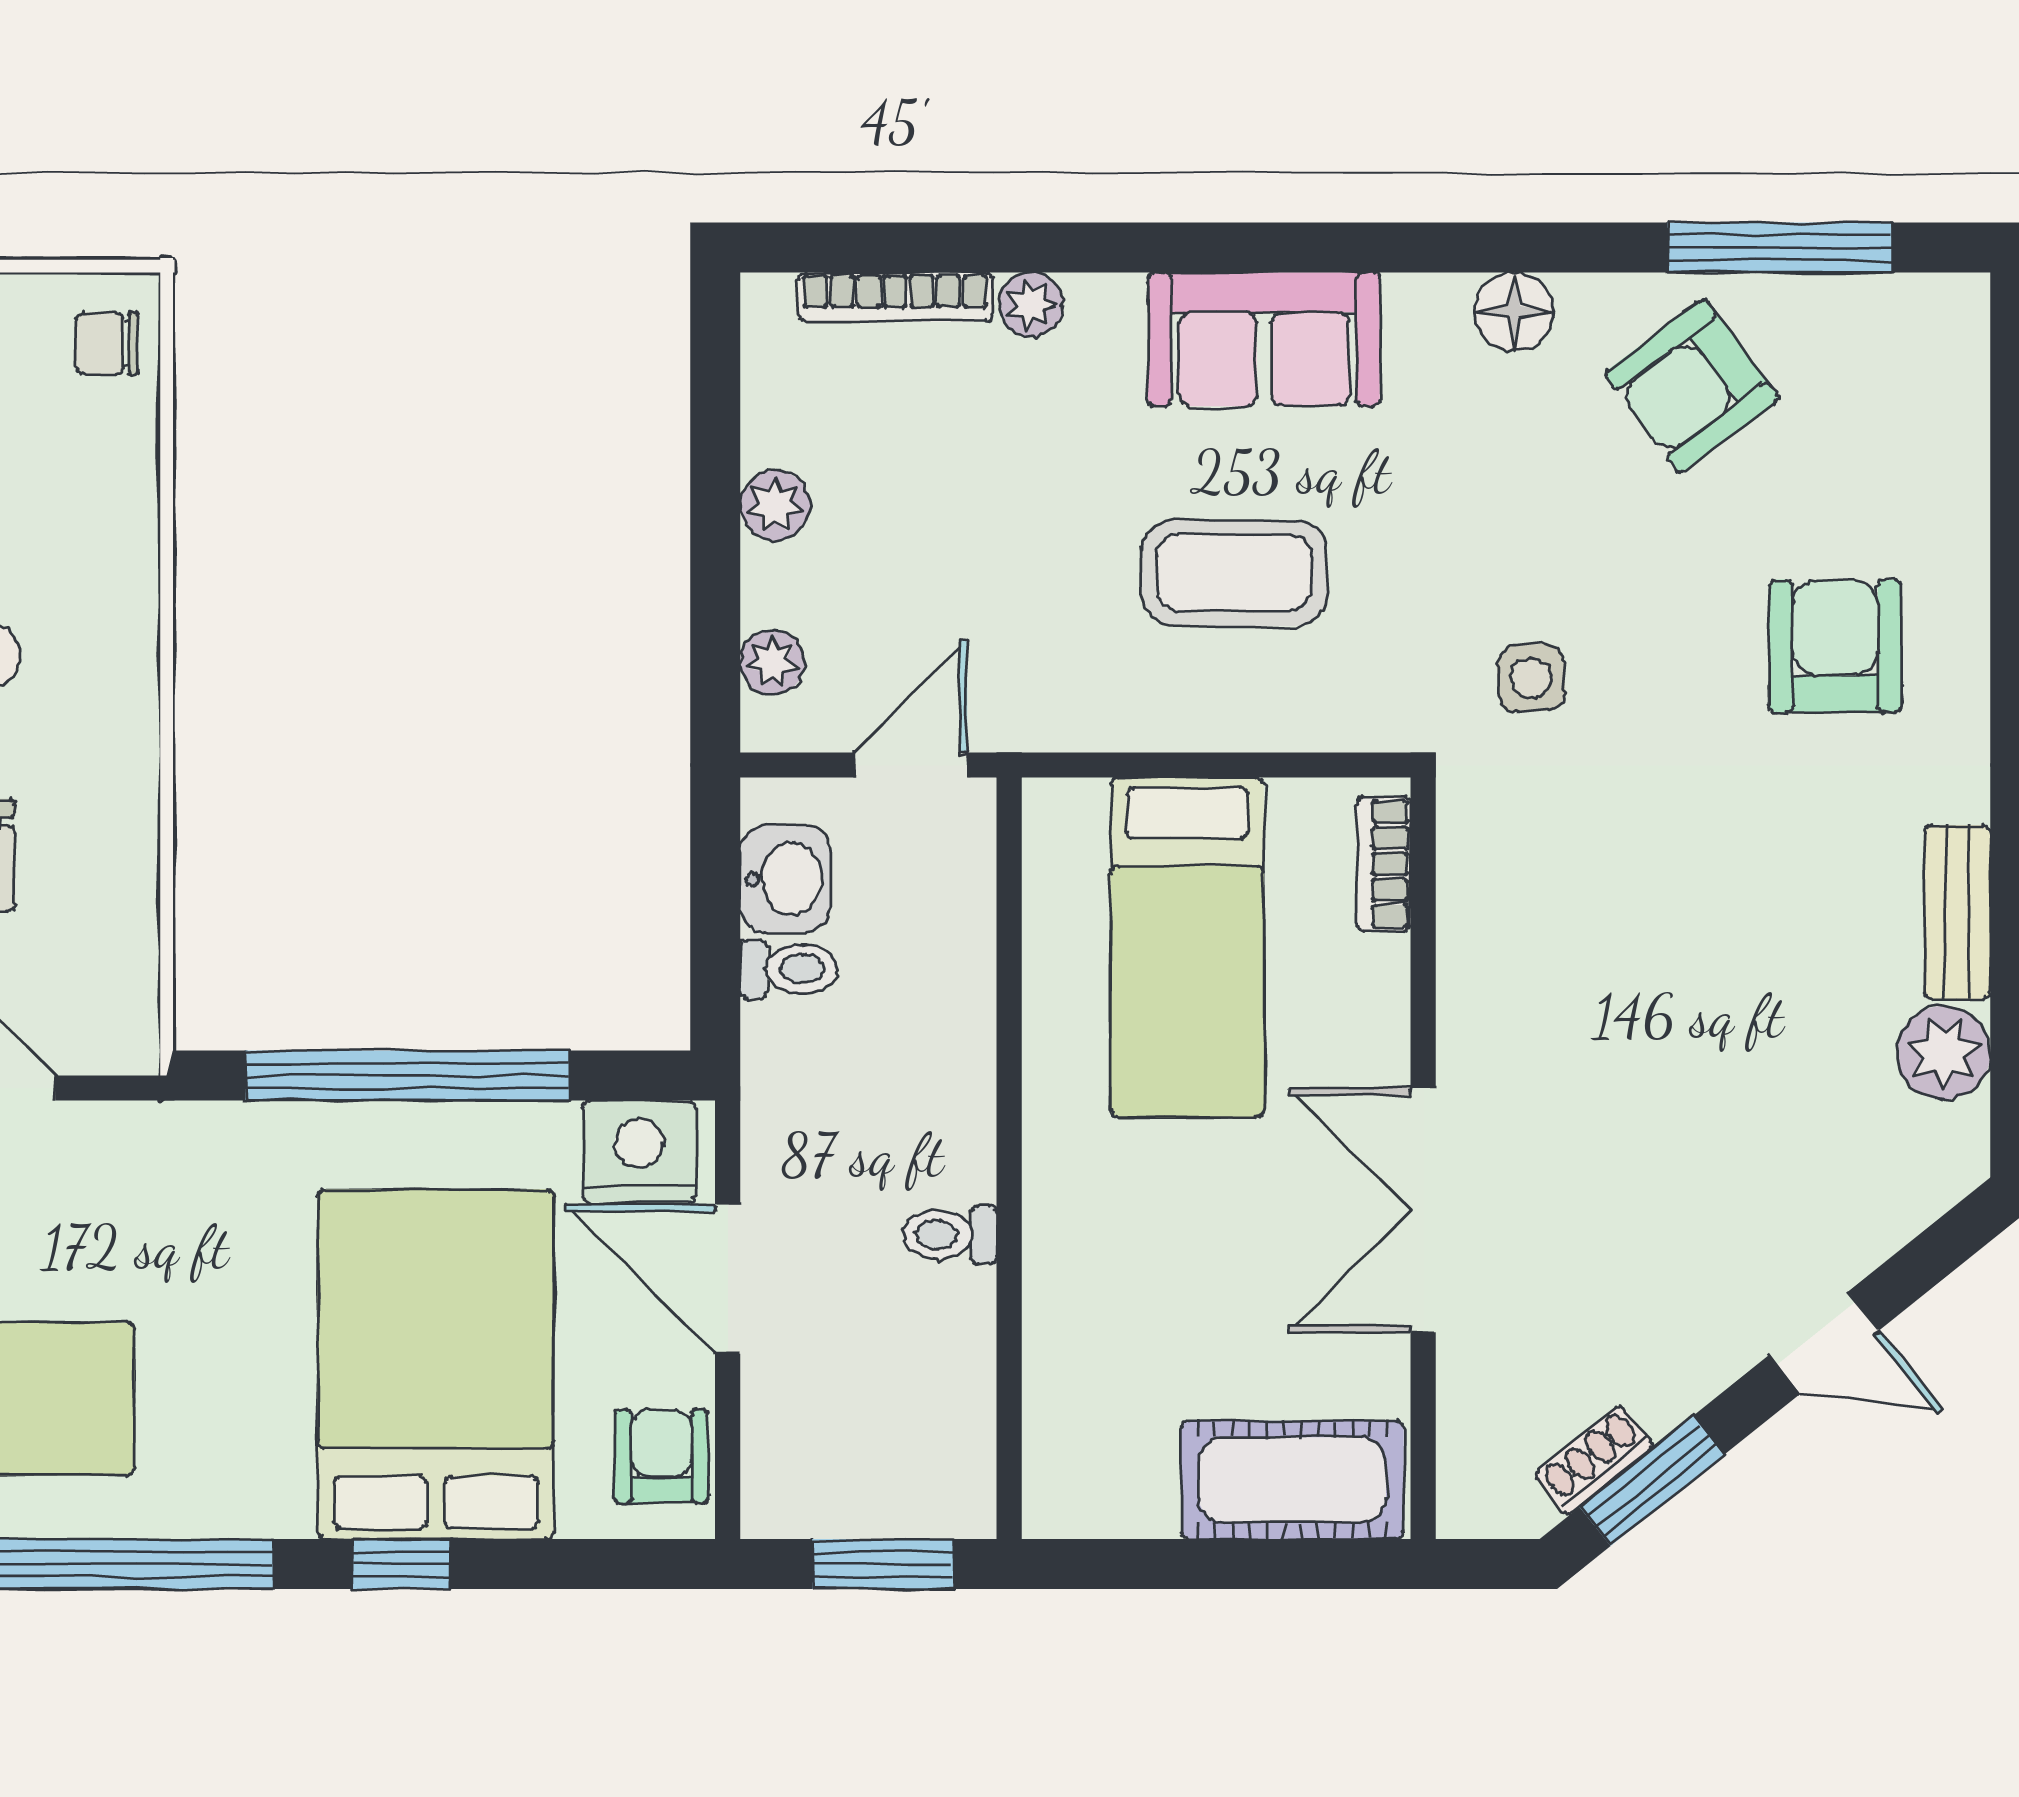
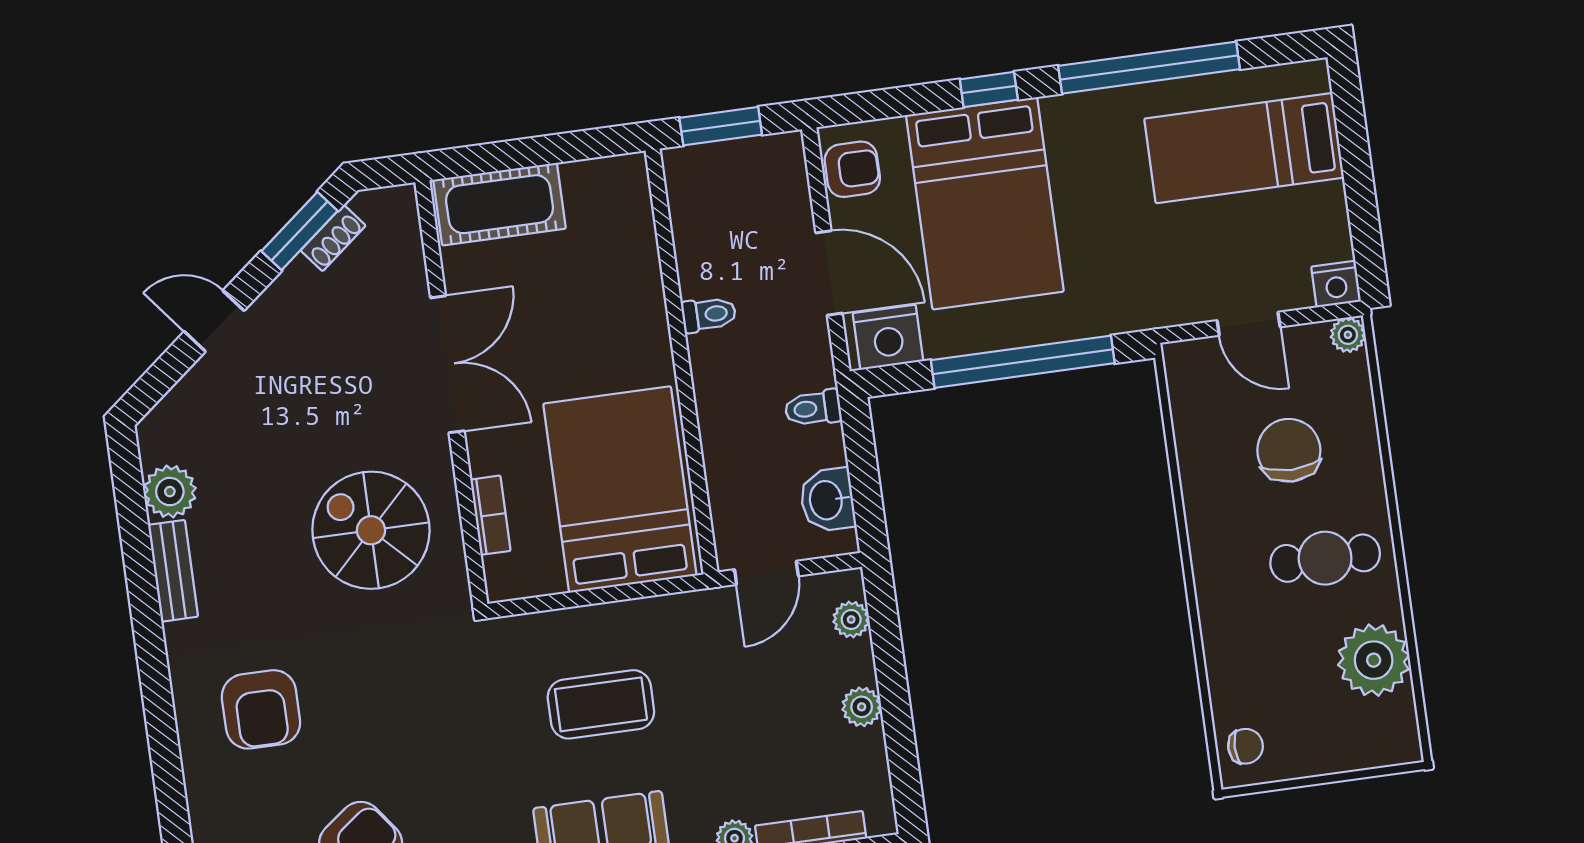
side table: (1531, 678) -> (428, 668), removed
bookcase: (1384, 864) -> (490, 515), moved
spiral stairs: (1598, 936) -> (371, 530), added
bed: (1187, 947) -> (620, 490), width x1.50
toilet: (789, 969) -> (813, 408), moved
armchair: (662, 1456) -> (852, 169), turned -90

